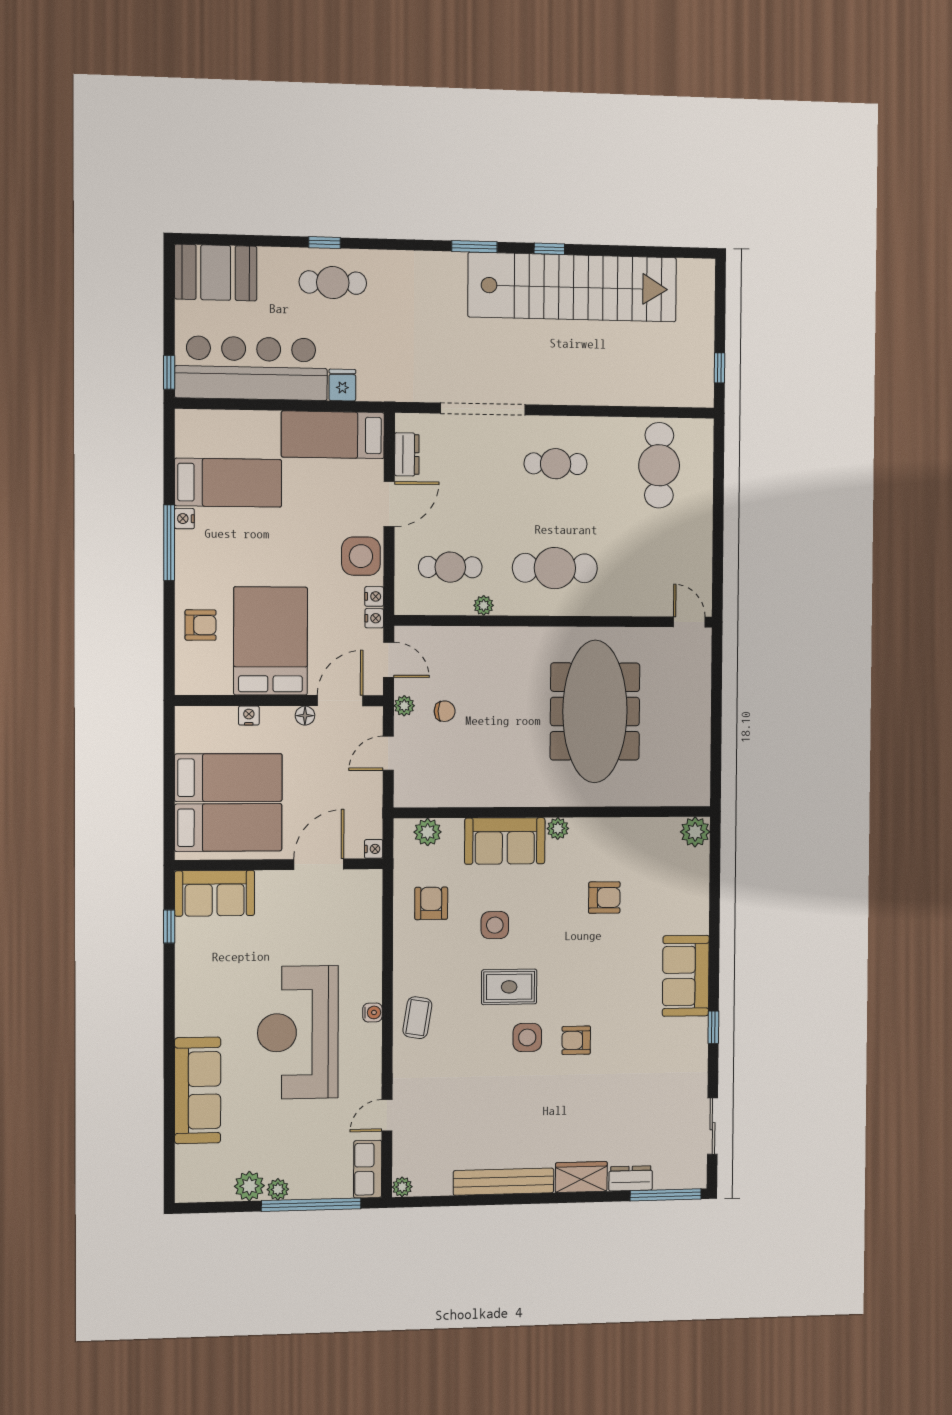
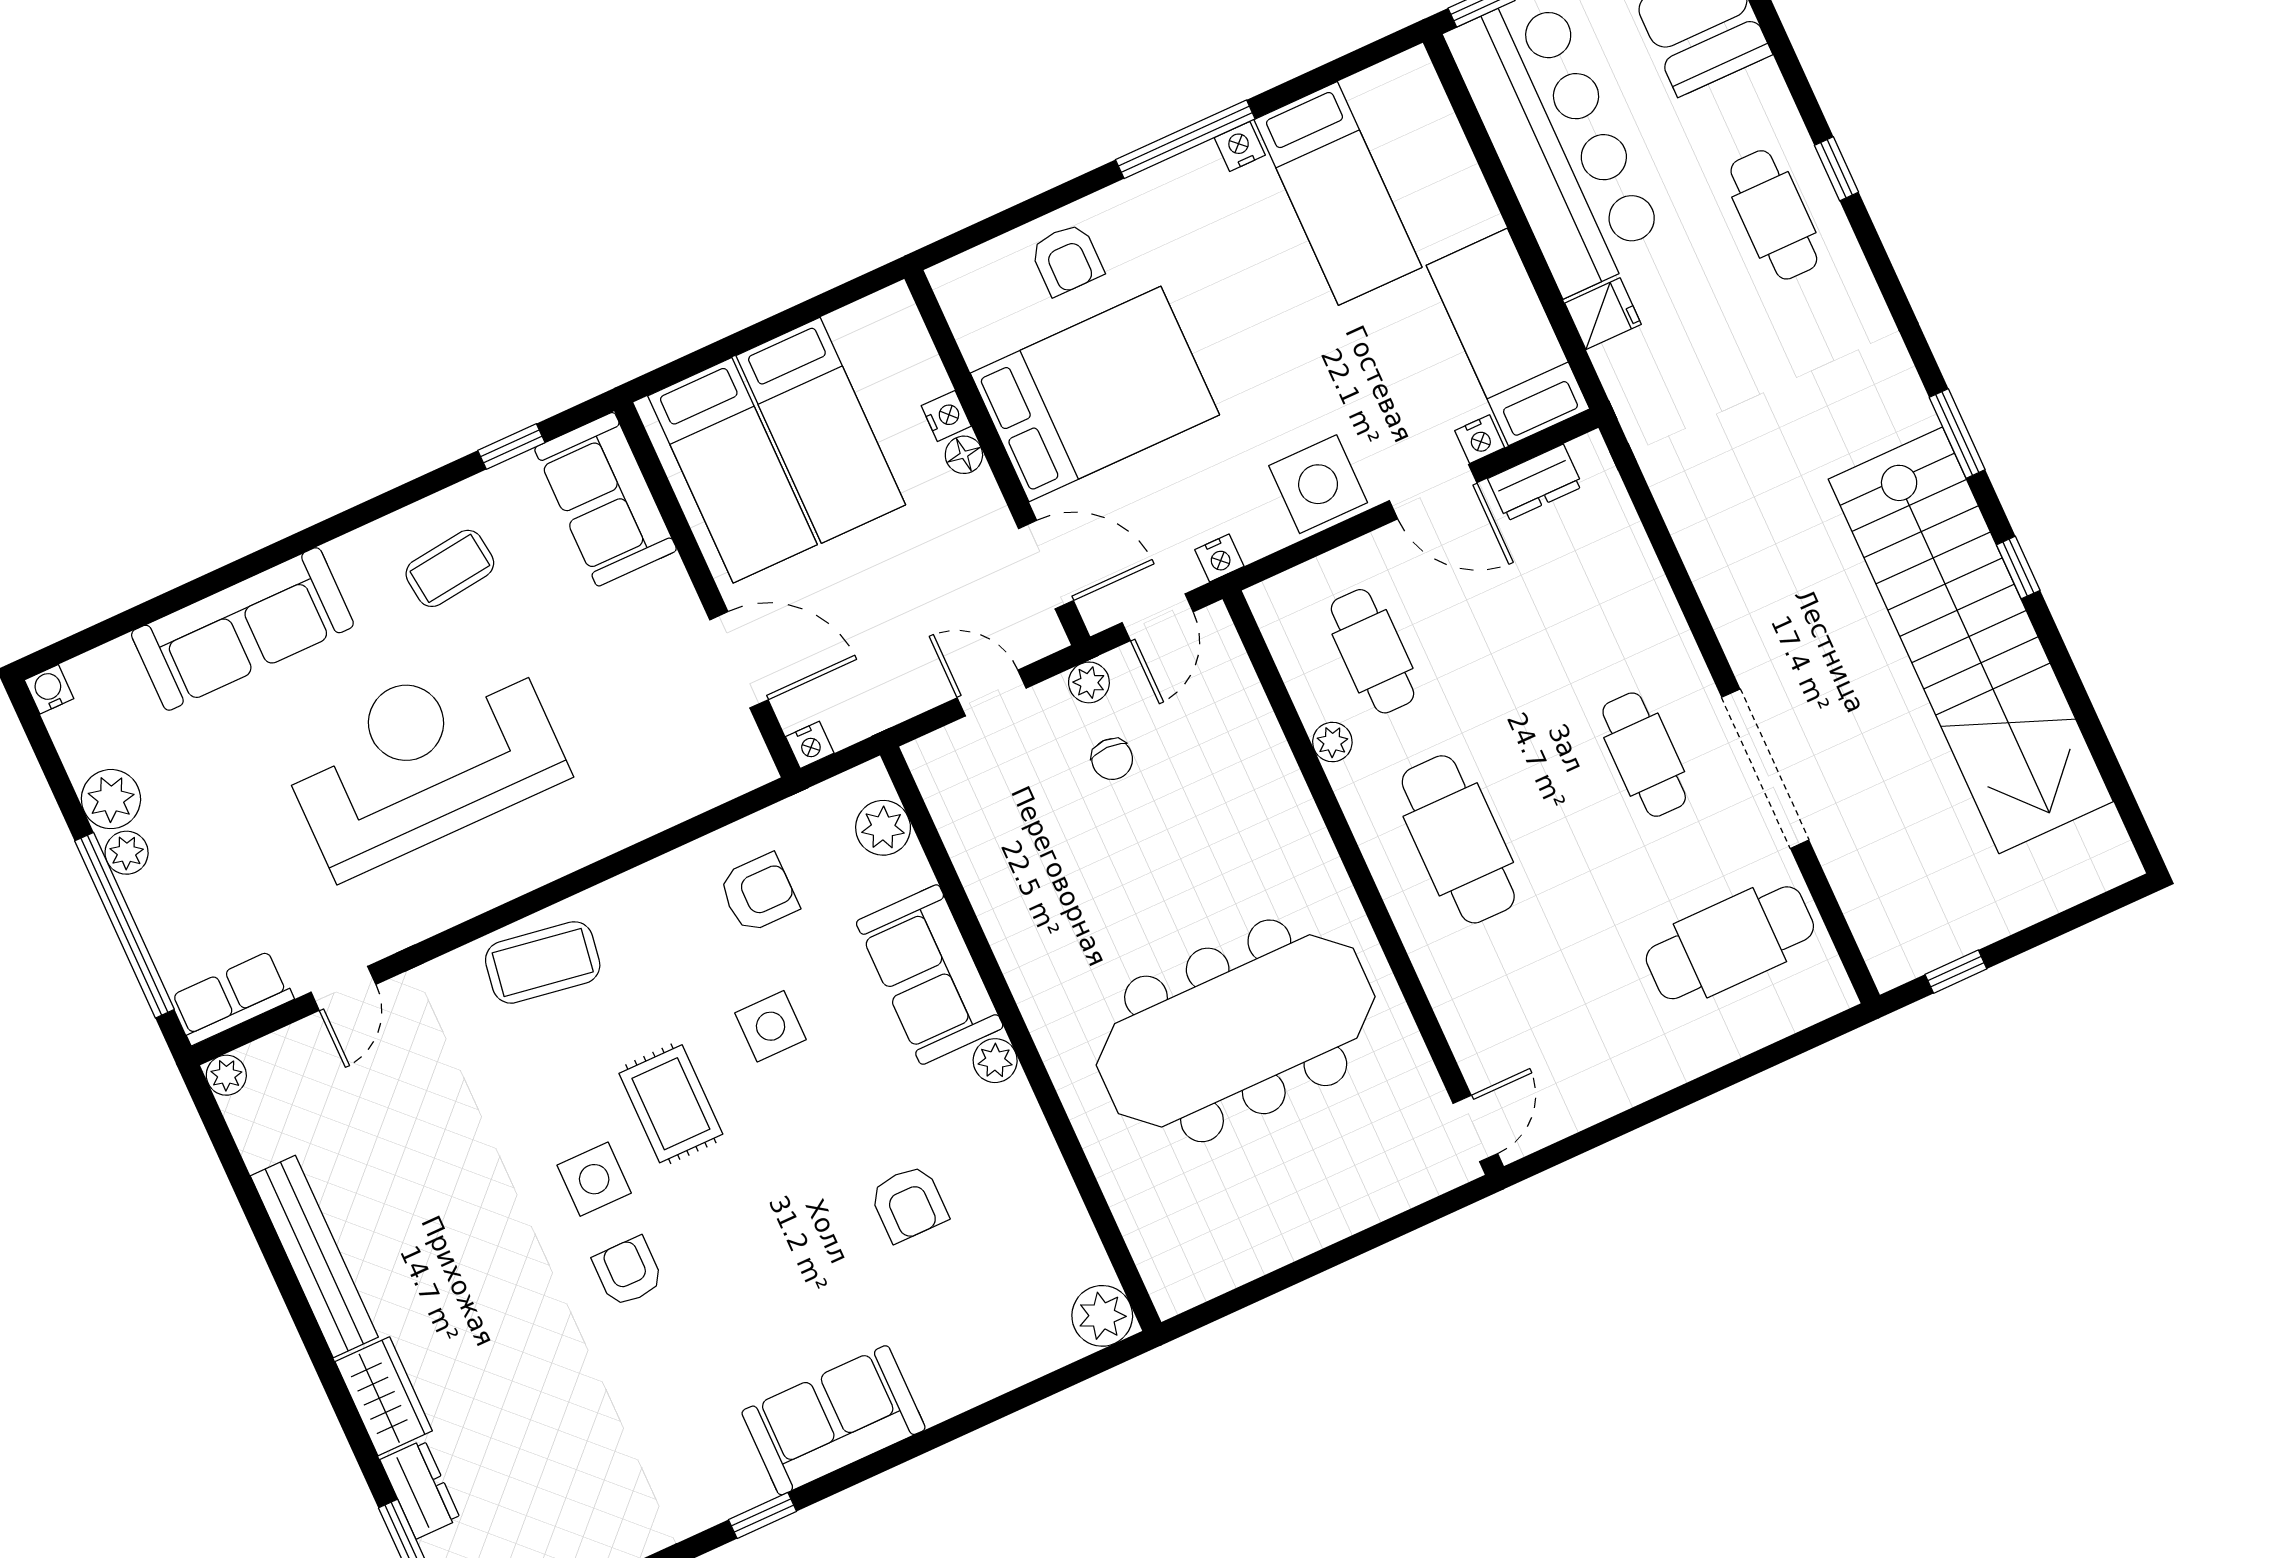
doorway: (483, 409) -> (1765, 769), moved
nightstand: (374, 596) -> (1480, 439), moved
floor lamp: (305, 716) -> (964, 455), moved
coffee table: (214, 981) -> (450, 568), added
water cooler: (372, 1013) -> (49, 689), moved, turned 180
coffee table: (417, 1018) -> (543, 962), width x1.36, depth x1.30
door: (387, 1115) -> (343, 988), swing flipped

